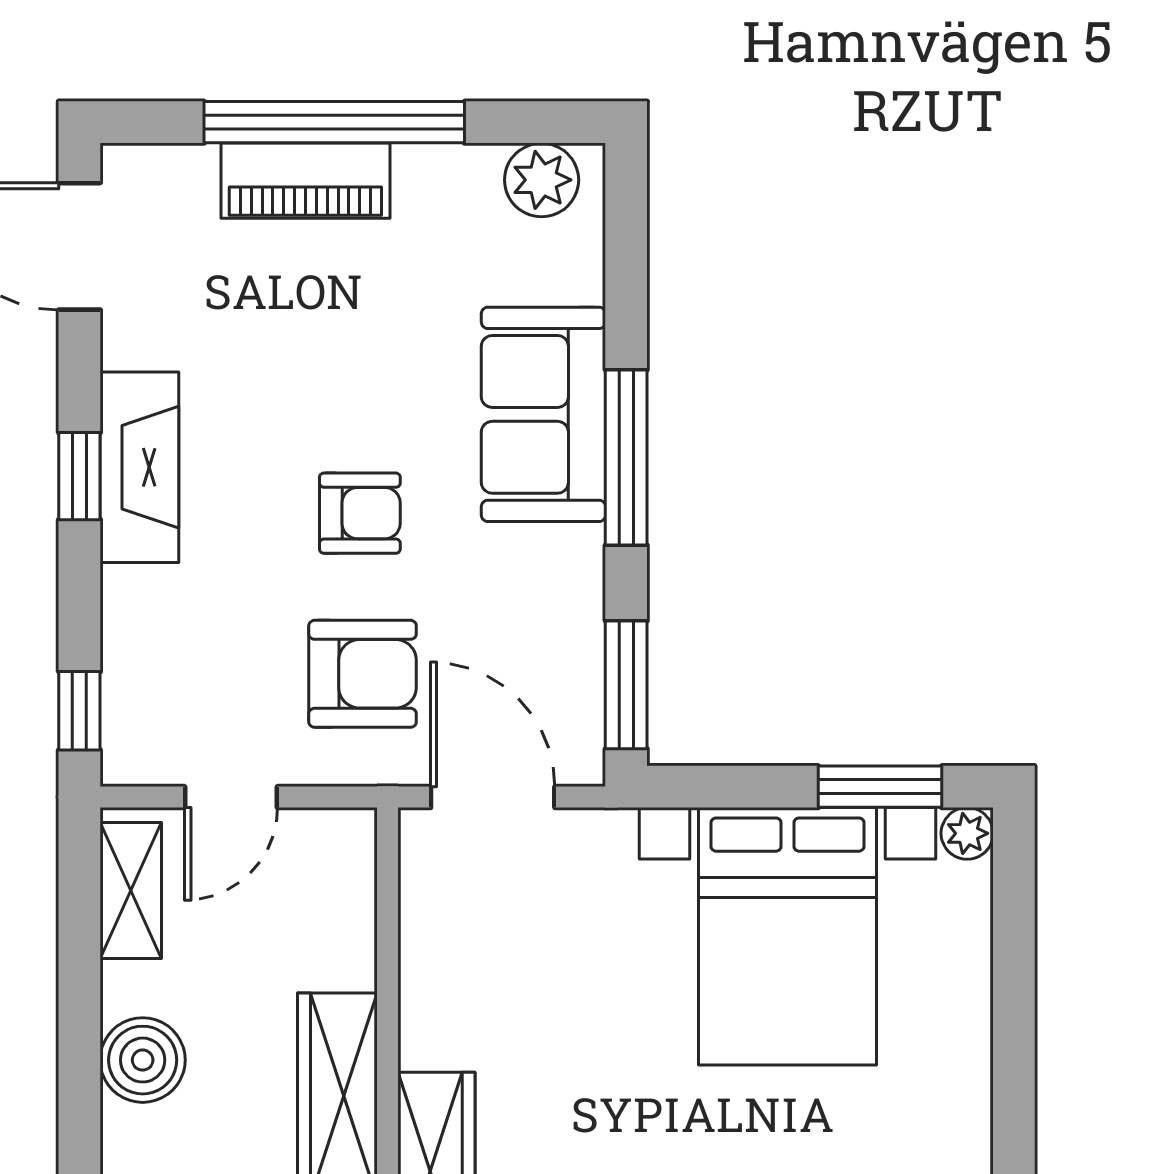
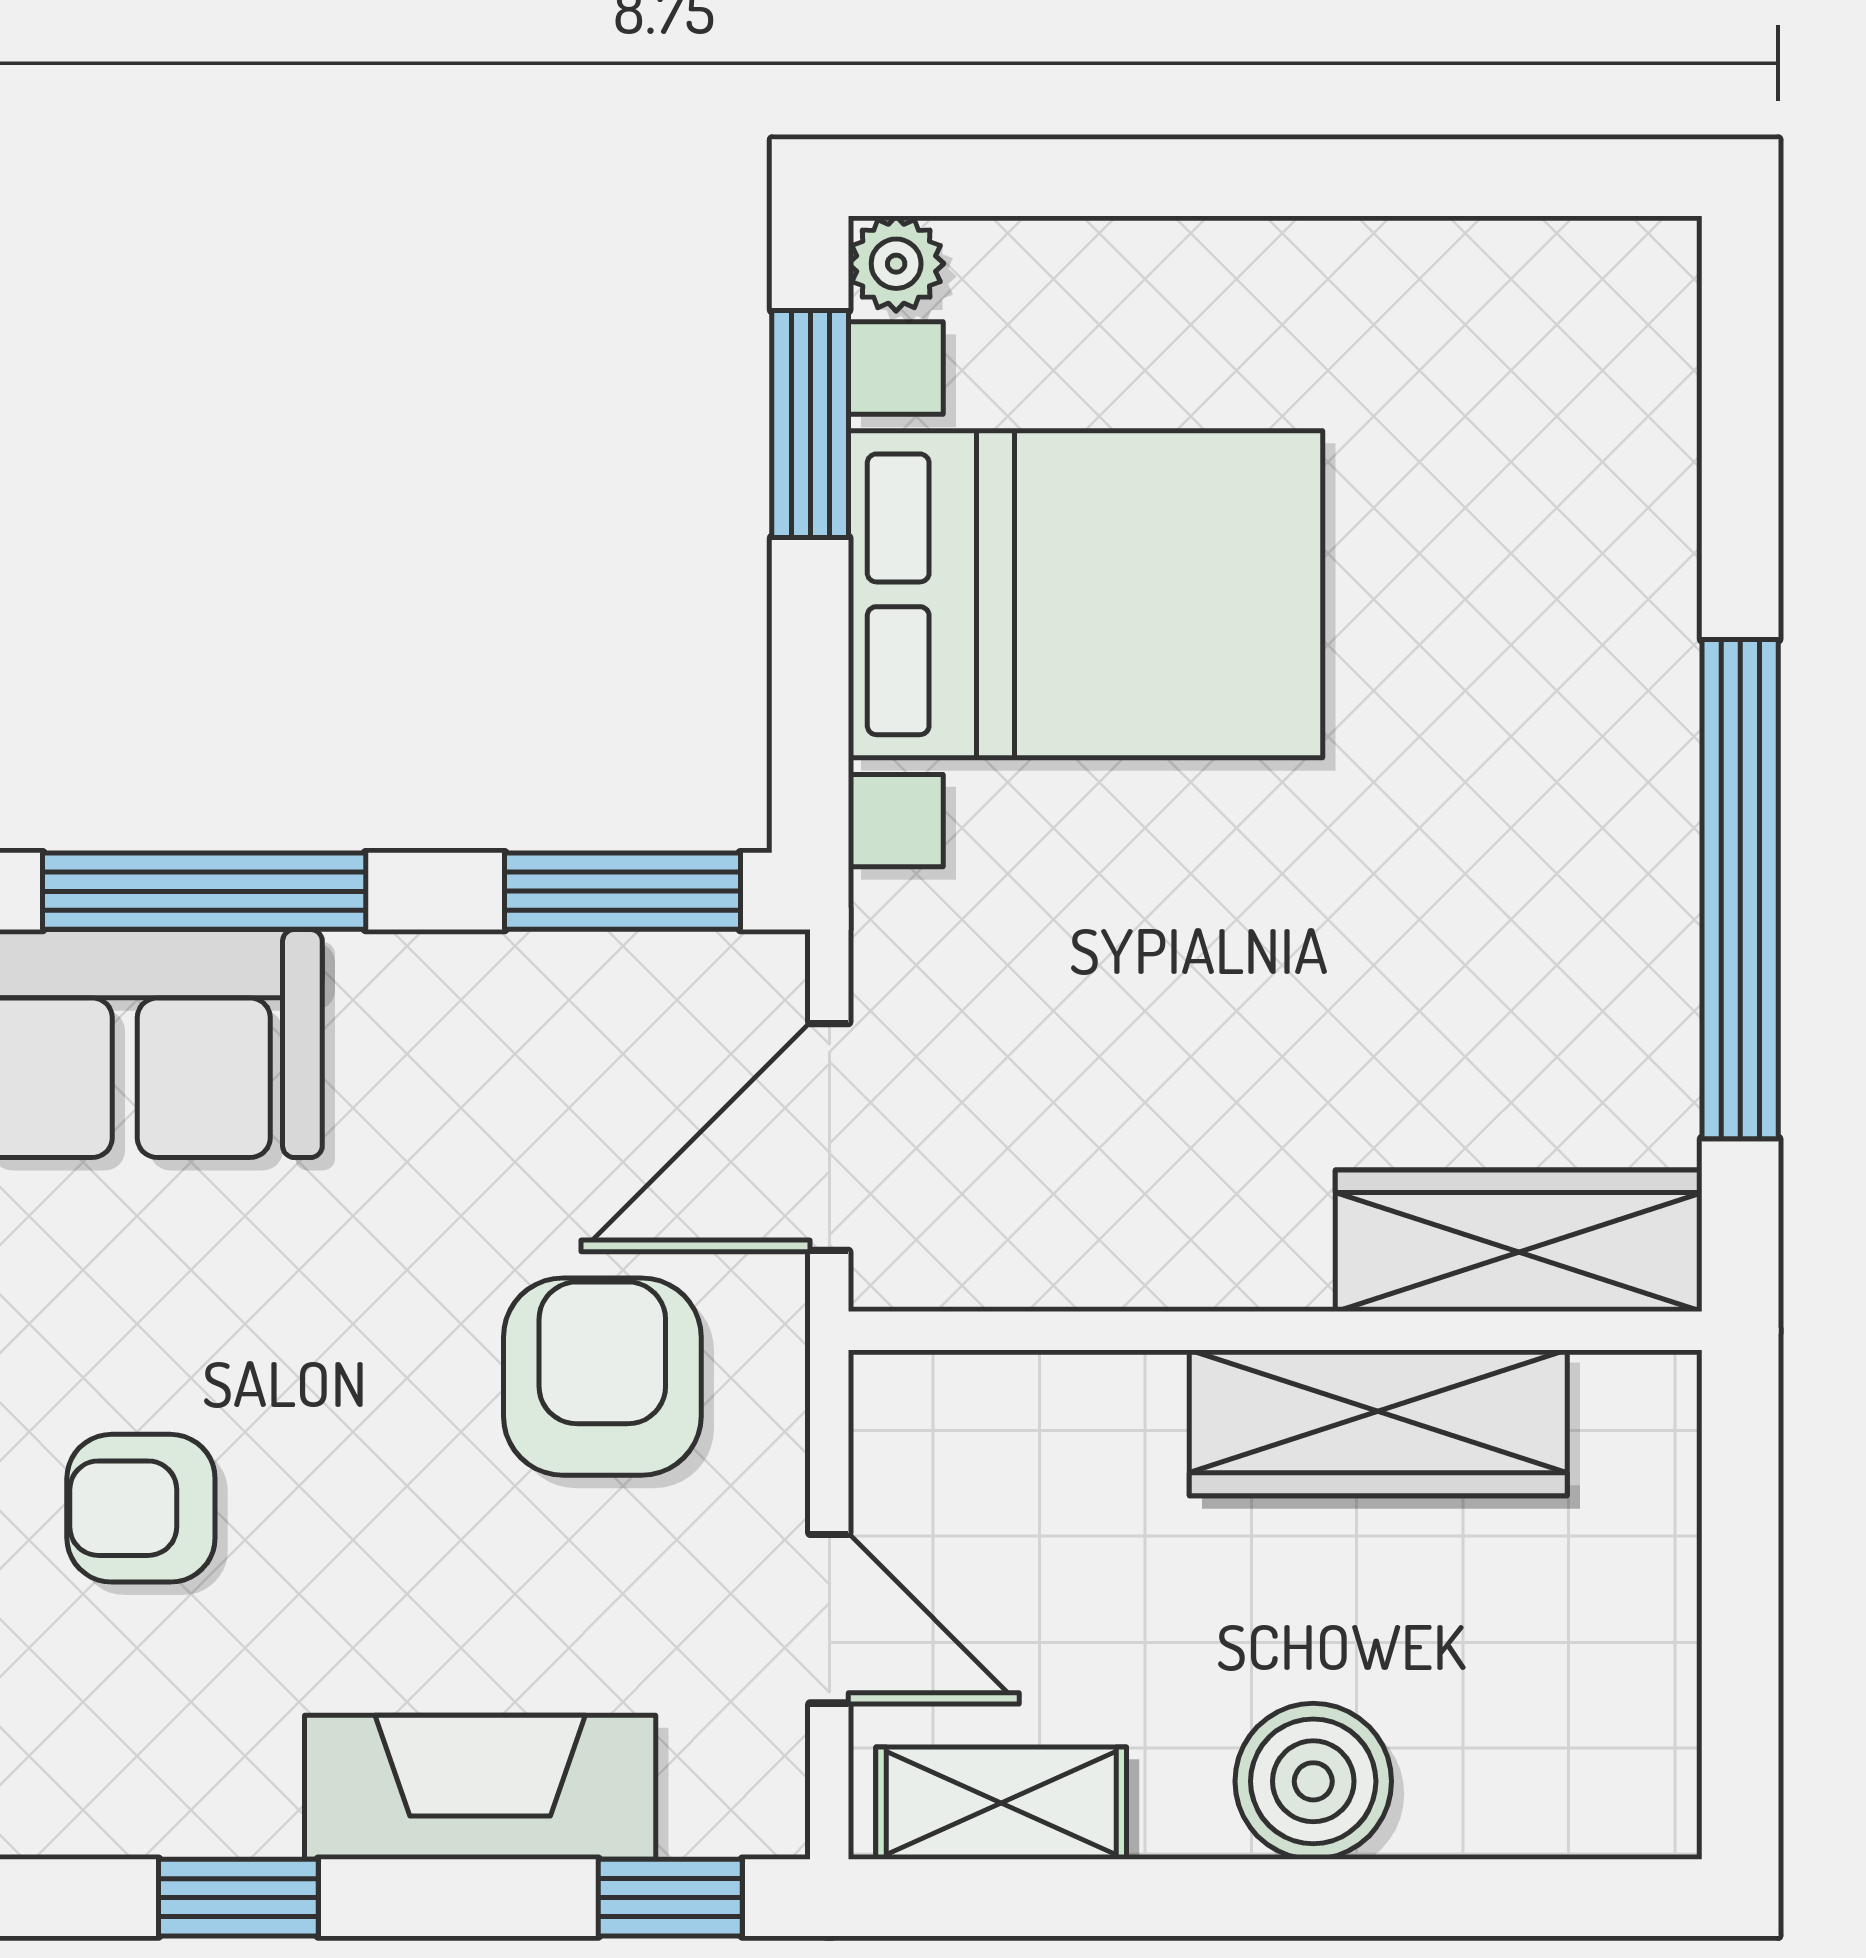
fireplace: (139, 467) -> (480, 1787), moved
armchair: (360, 513) -> (141, 1508), moved, turned -90

